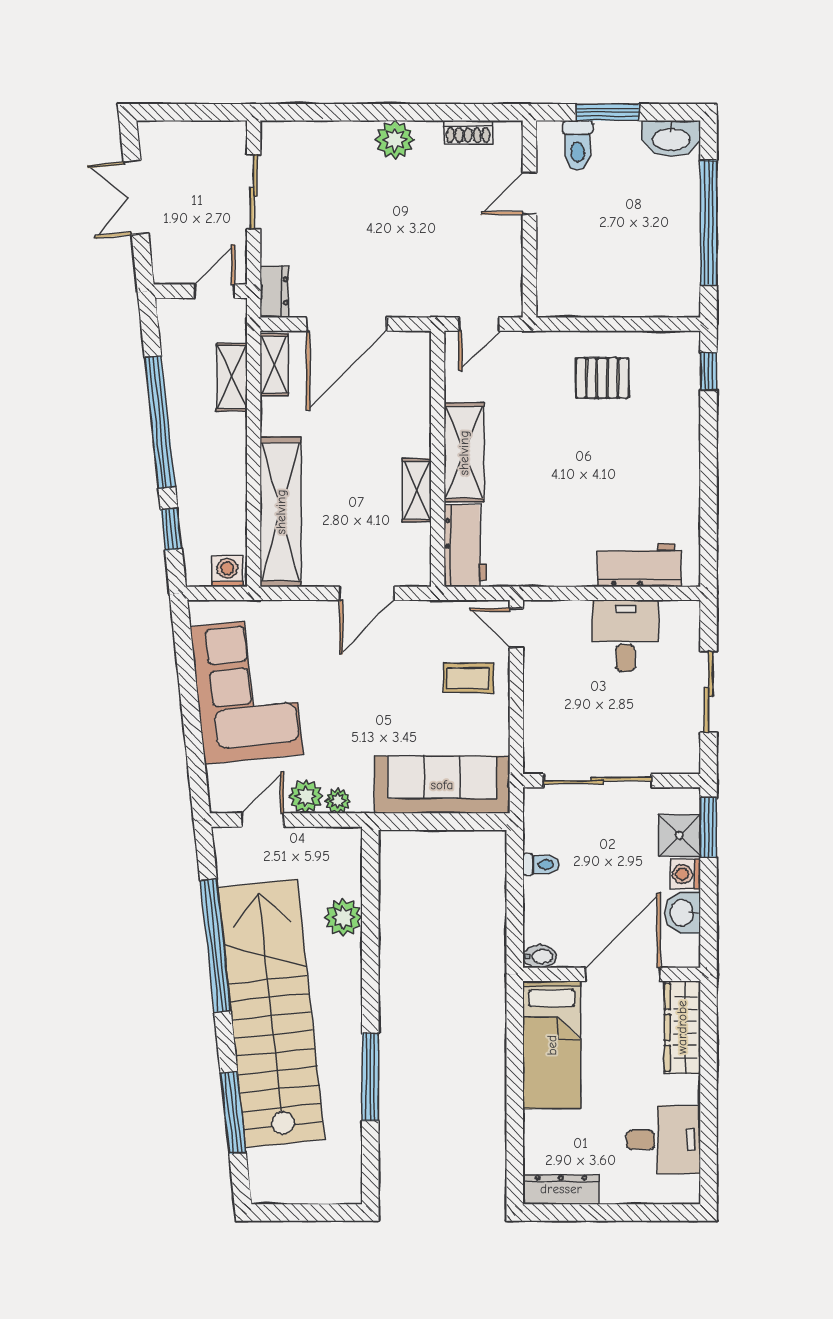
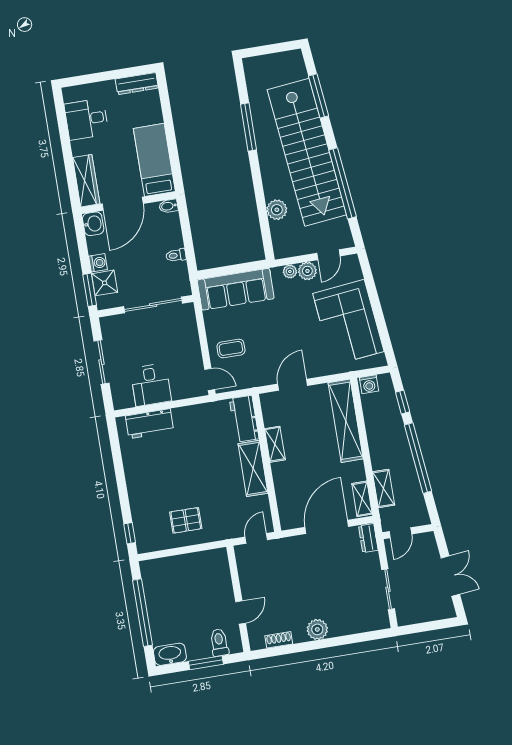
washbasin: (683, 913) -> (93, 224), moved

